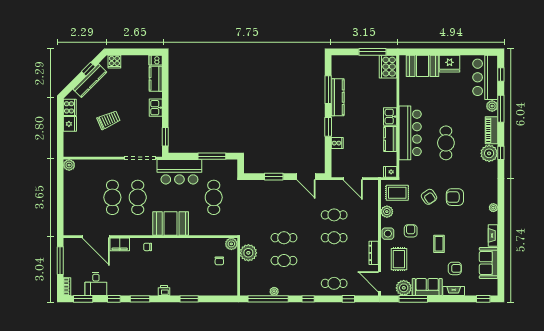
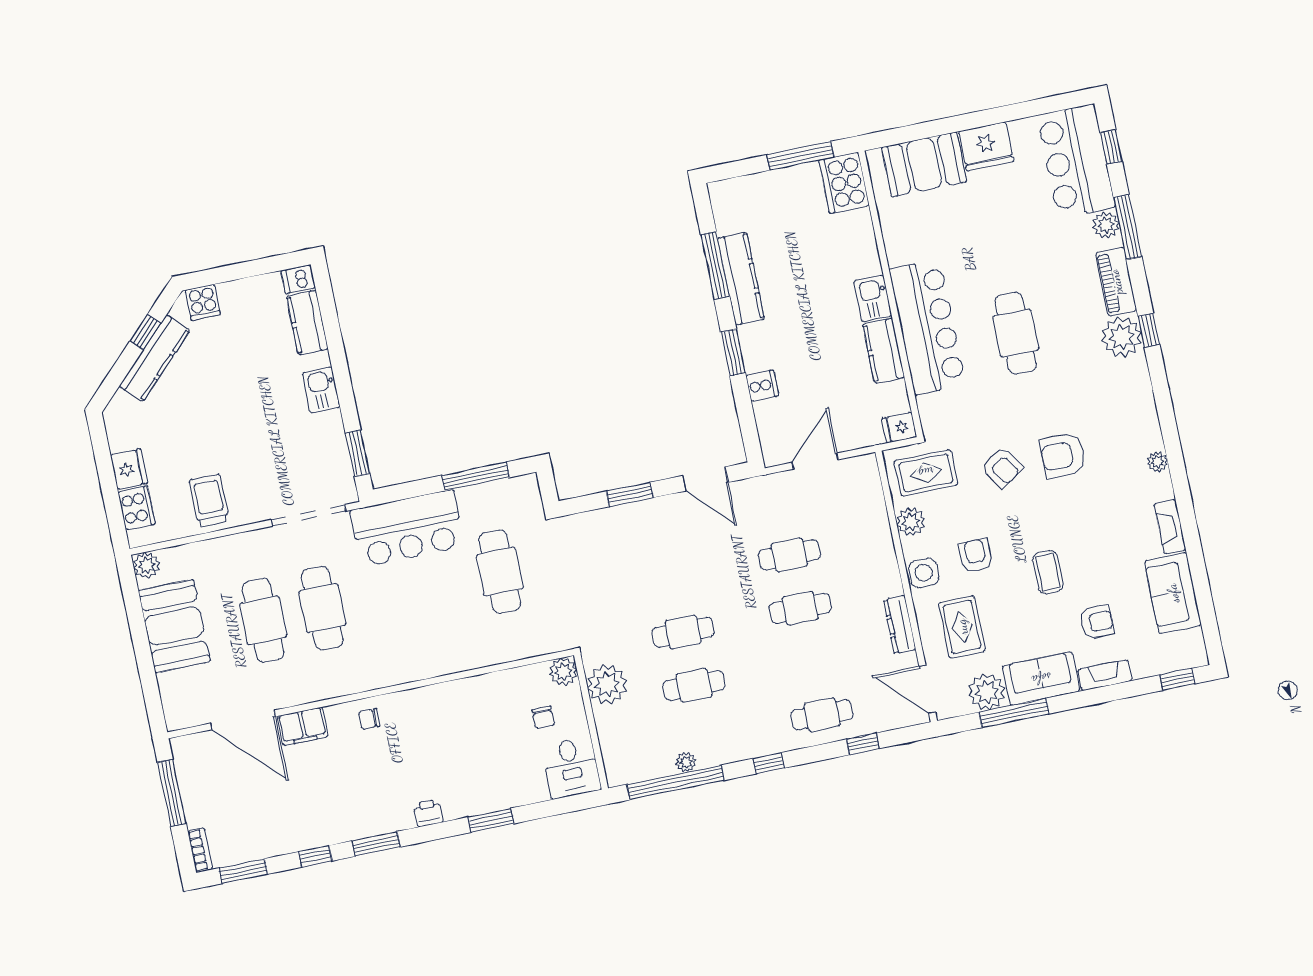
cooker: (70, 107) -> (137, 508), moved
trolley: (109, 120) -> (209, 500), moved, turned -66
door: (353, 179) -> (815, 461), swing flipped
booth: (171, 223) -> (174, 626), moved, turned 90
desk: (96, 284) -> (571, 768), moved

